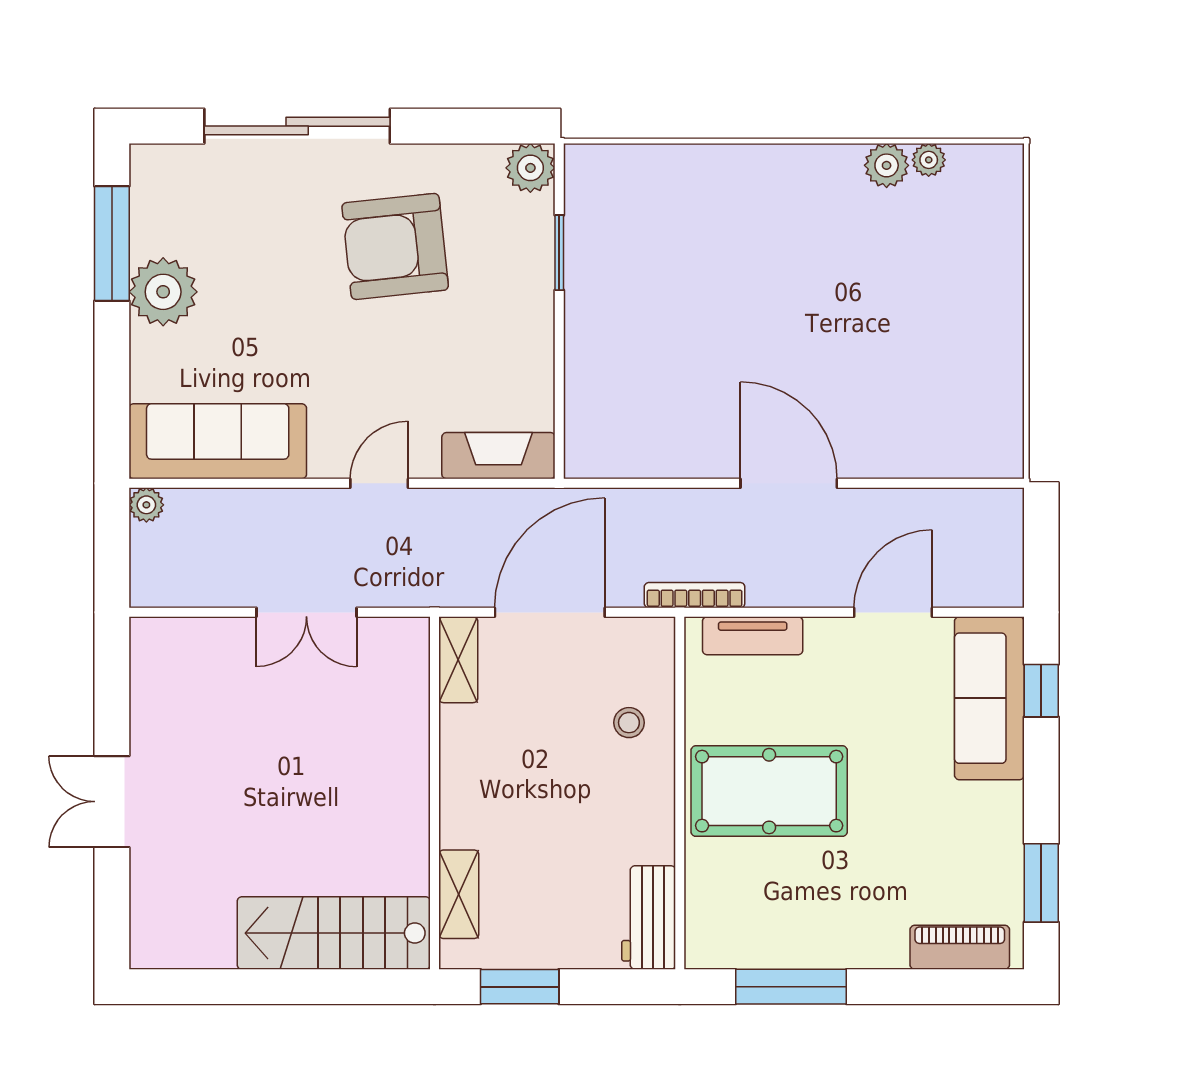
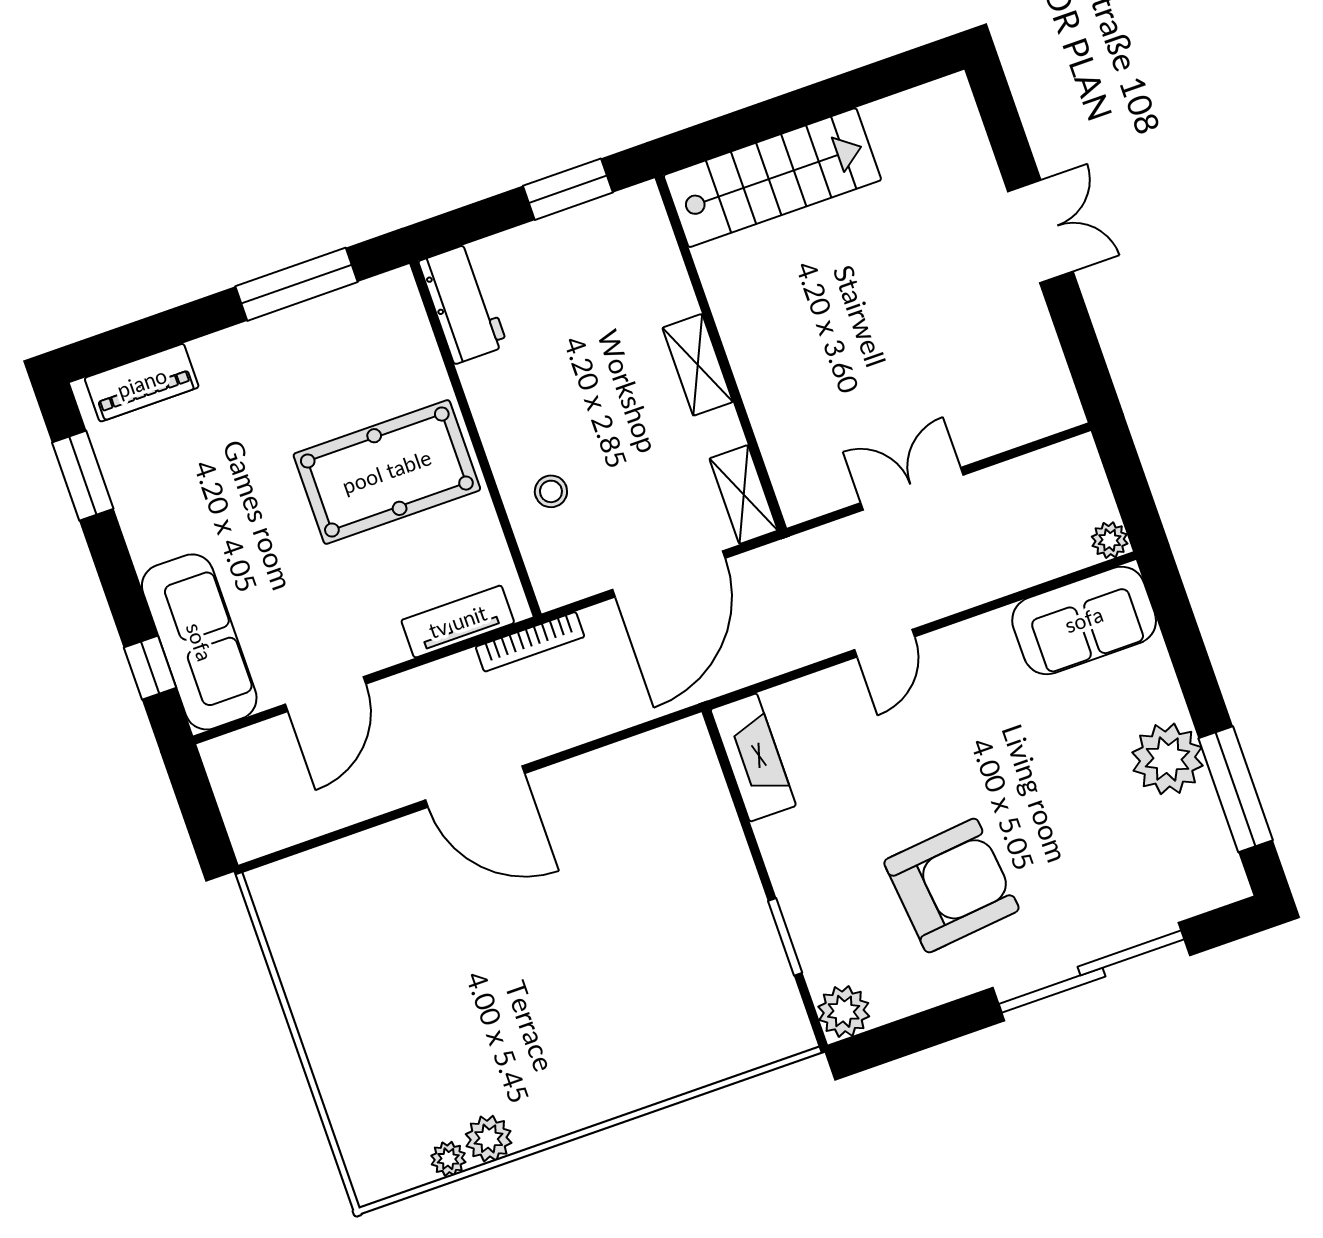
sofa: (218, 441) -> (1084, 620), width x0.73
fireplace: (498, 456) -> (753, 757), moved, turned -90
shelving: (459, 894) -> (698, 365), moved

